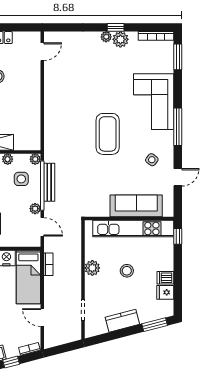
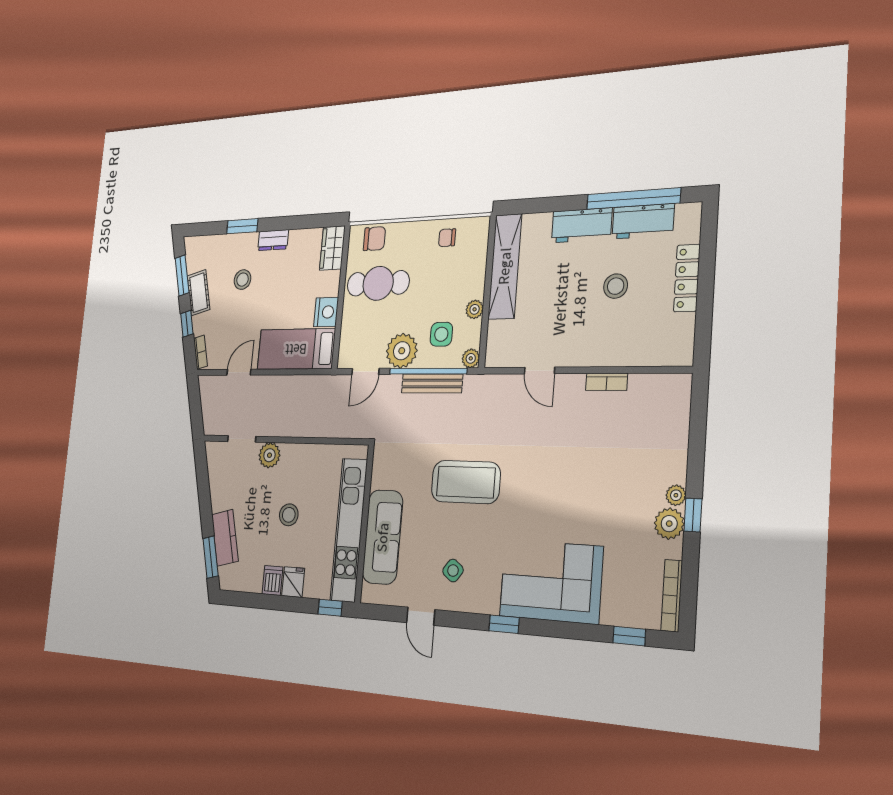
door: (42, 52) -> (540, 371), moved
window: (178, 57) -> (629, 636), width x0.67
window: (178, 127) -> (504, 624), width x0.46
coffee table: (108, 134) -> (466, 482), moved
plant: (35, 209) -> (402, 351), width x1.88, depth x1.88
bookcase: (48, 264) -> (607, 382), moved
plant: (92, 268) -> (269, 455), moved
fridge: (165, 292) -> (293, 582), moved
kitchen counter: (122, 321) -> (225, 538), moved

